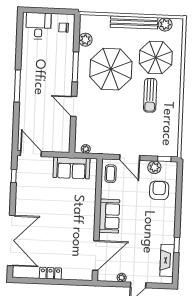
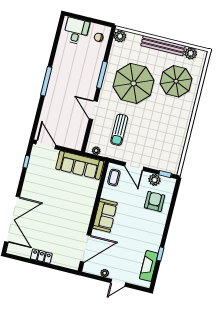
plant: (85, 40) -> (120, 36), moved
sun lounger: (150, 95) -> (119, 130), moved
sofa: (71, 168) -> (80, 165), width x1.36

